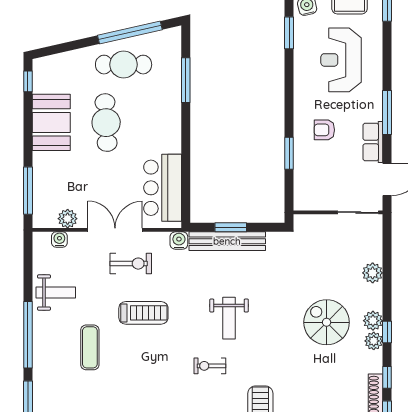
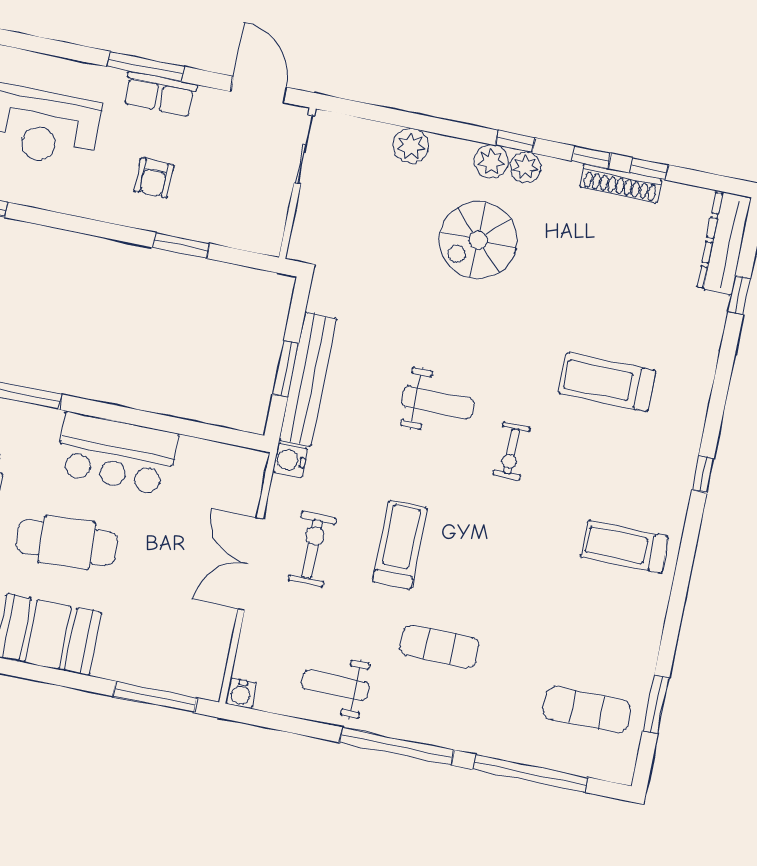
row of seats: (373, 142) -> (160, 94), moved
bar counter: (163, 188) -> (116, 454), moved
plant: (68, 219) -> (215, 640), removed
water cooler: (59, 240) -> (241, 693), moved, turned -90
weight bench: (56, 293) -> (335, 685), turned -90

